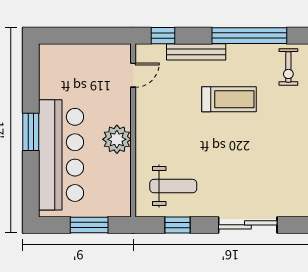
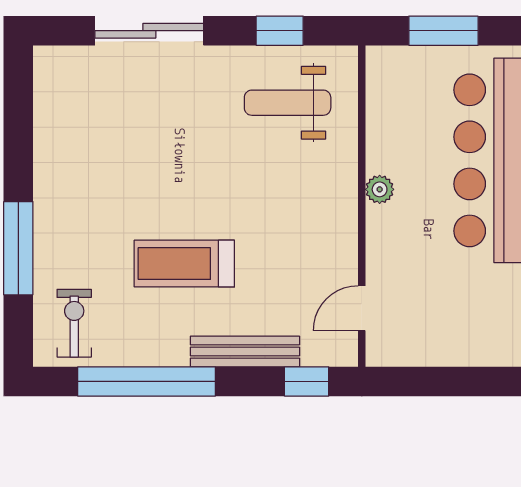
plant: (117, 139) -> (380, 189), width x0.53, depth x0.53

